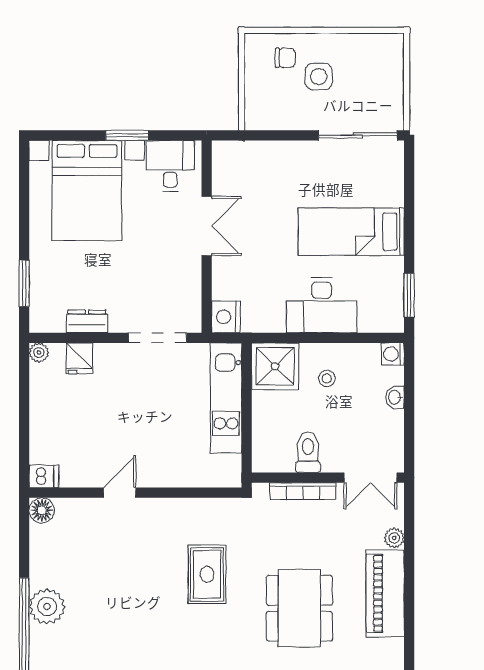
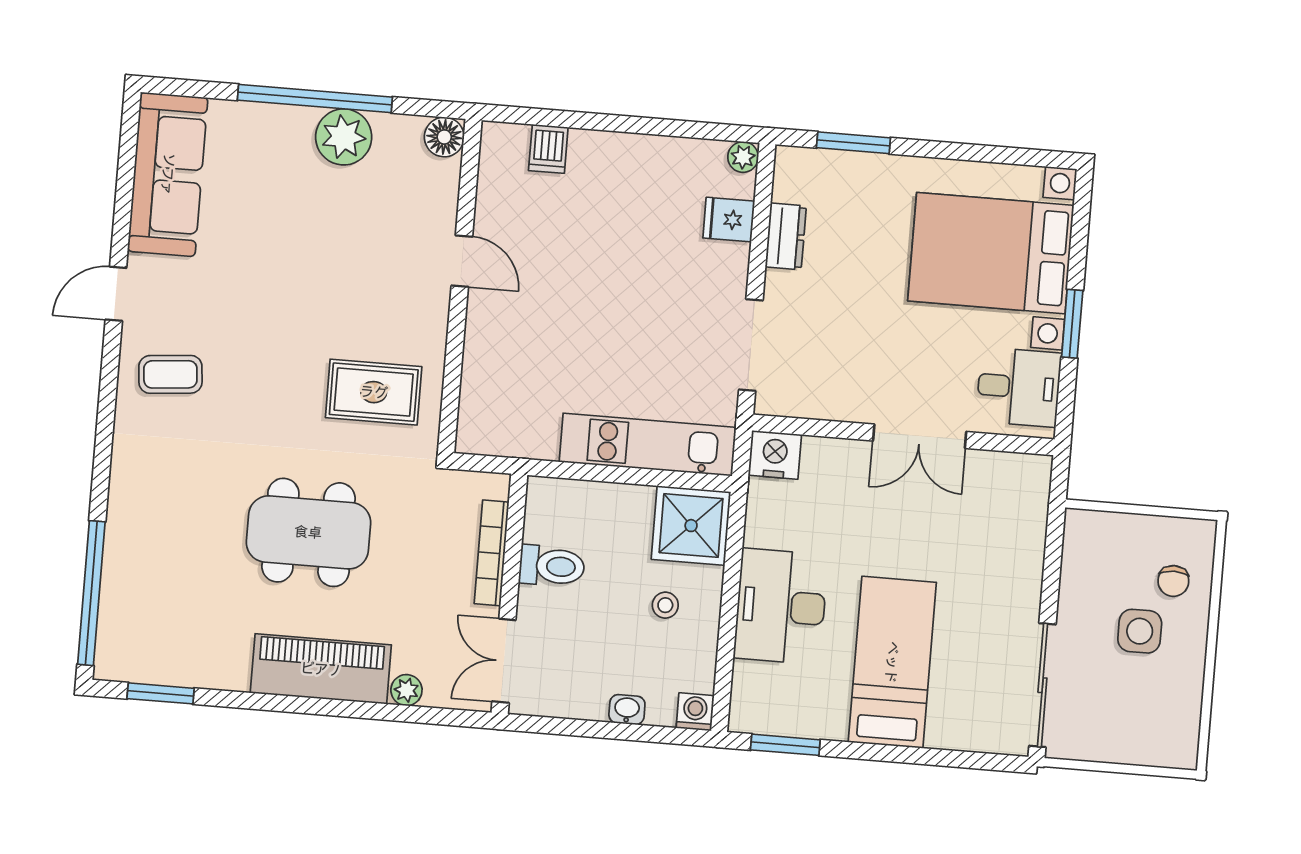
door: (120, 493) -> (462, 261), moved
wall: (135, 493) -> (460, 286), moved
floor lamp: (42, 510) -> (444, 137), moved

